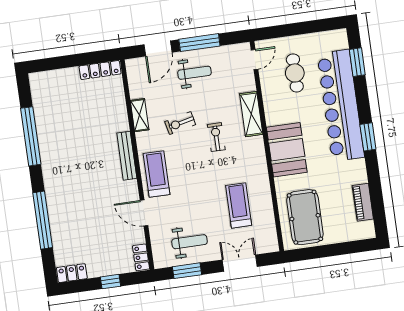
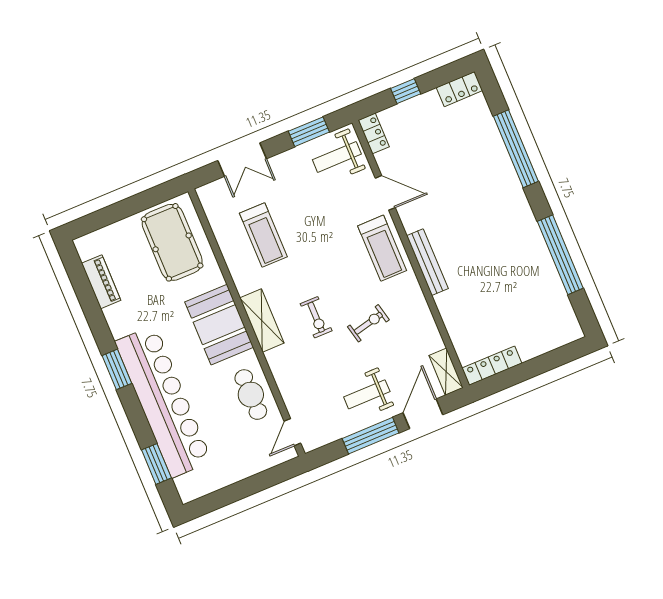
cafe table: (295, 73) -> (251, 395), moved
shelving: (251, 114) -> (262, 320), moved
shelving: (140, 115) -> (446, 372), moved
weight bench: (190, 242) -> (337, 157), moved

